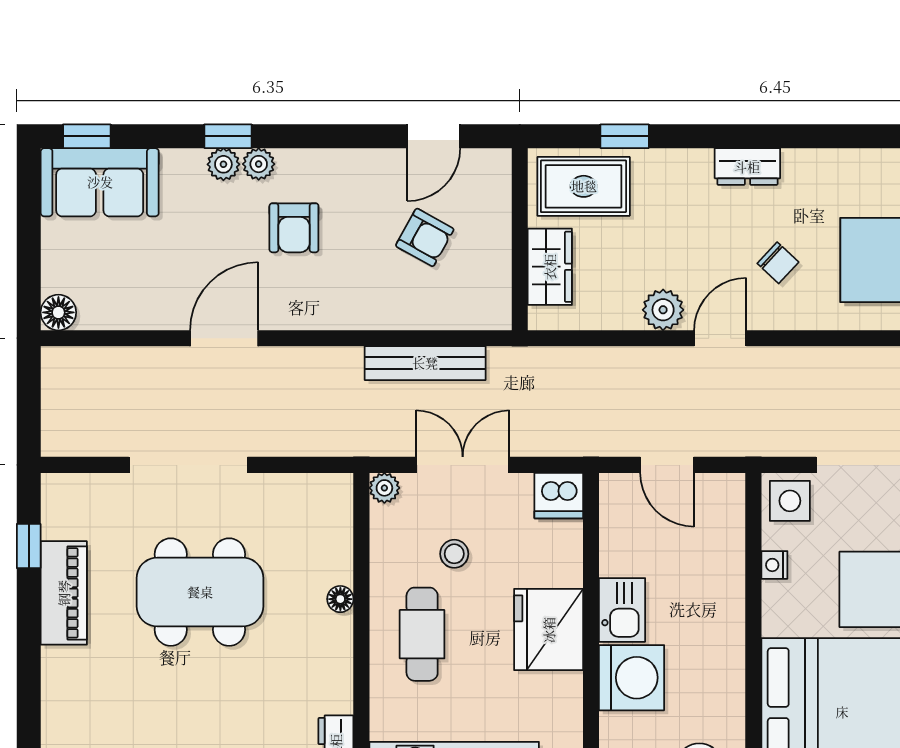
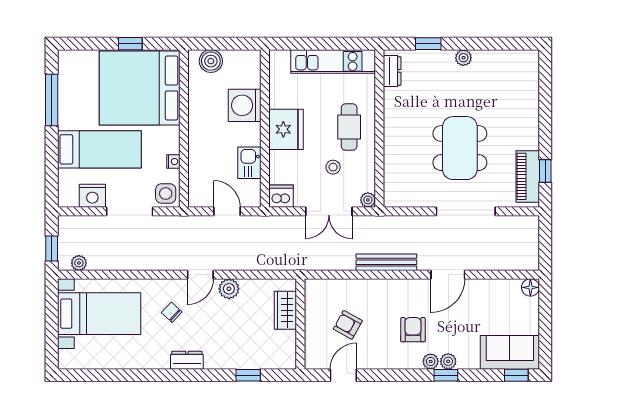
rug: (584, 186) -> (269, 350), removed
bench: (425, 363) -> (386, 262), moved
dining table: (200, 592) -> (460, 148), turned 90
piano: (64, 593) -> (528, 176), moved
floor lamp: (340, 599) -> (390, 145), removed
kitchen sink: (622, 610) -> (249, 163), moved

